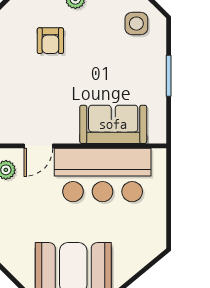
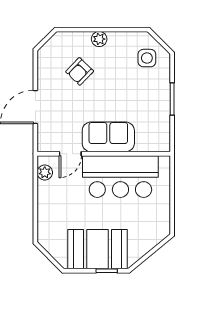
armchair: (50, 41) -> (80, 71), turned 44
sofa: (113, 124) -> (108, 137), moved

